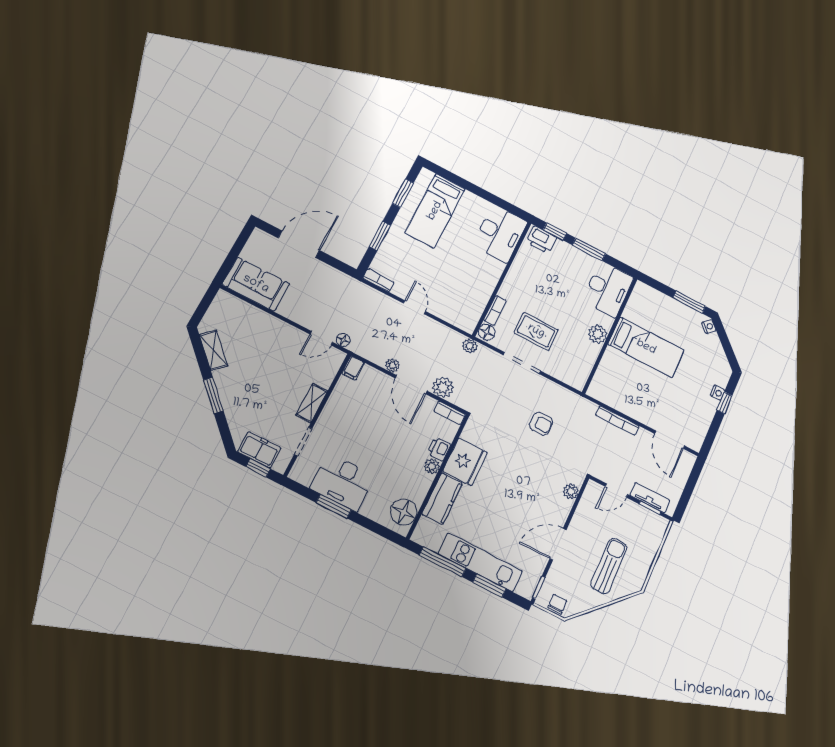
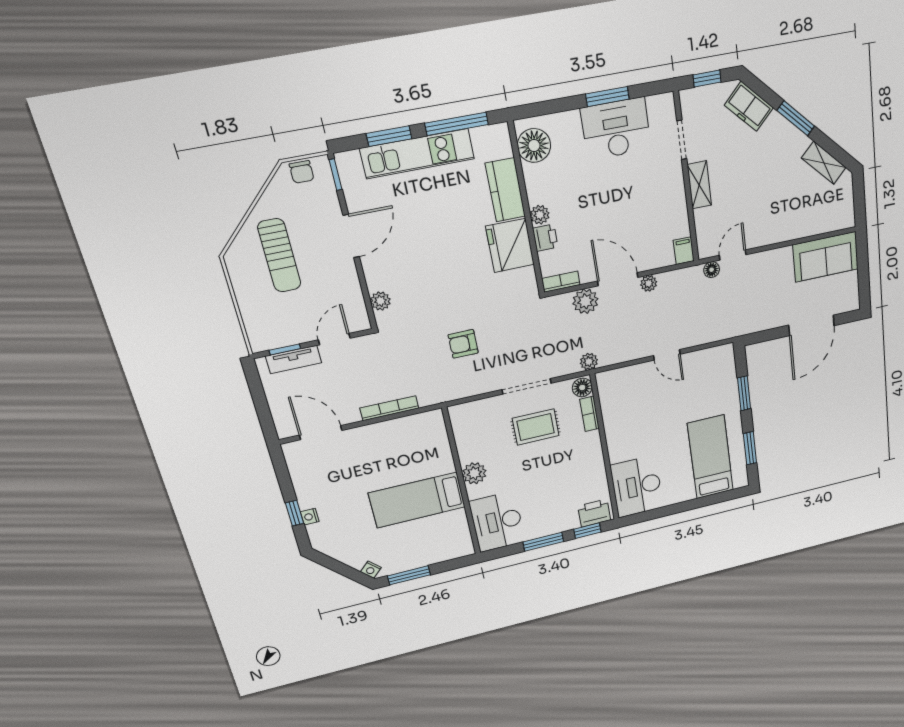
bookcase: (378, 280) -> (718, 352), removed
freezer: (259, 450) -> (749, 106), moved, turned 45

